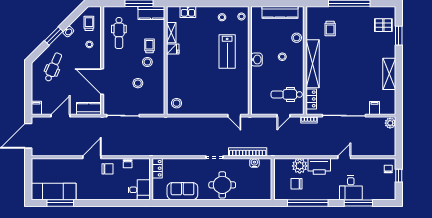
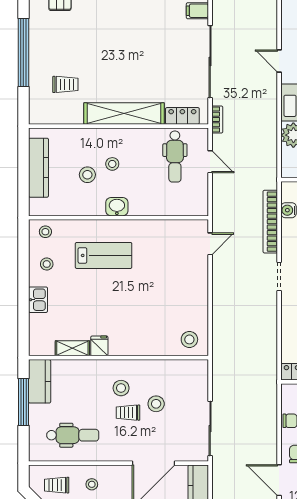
kitchen sink: (188, 12) -> (38, 300), moved
stool: (297, 38) -> (87, 175), moved
trolley: (149, 46) -> (128, 413), moved

